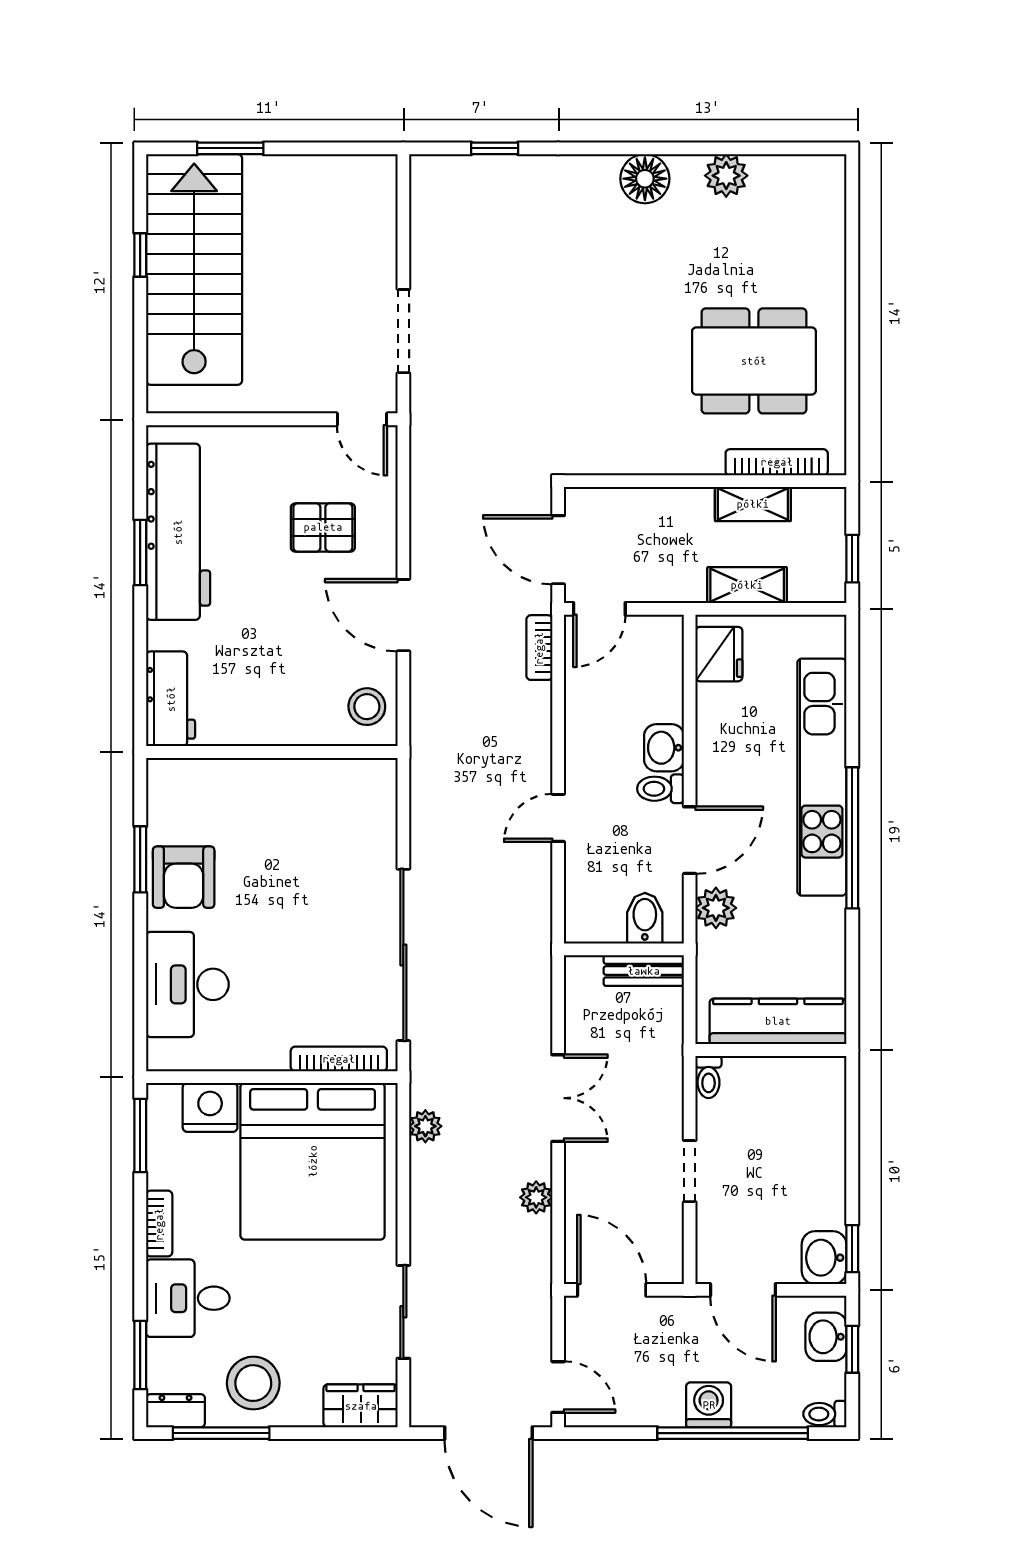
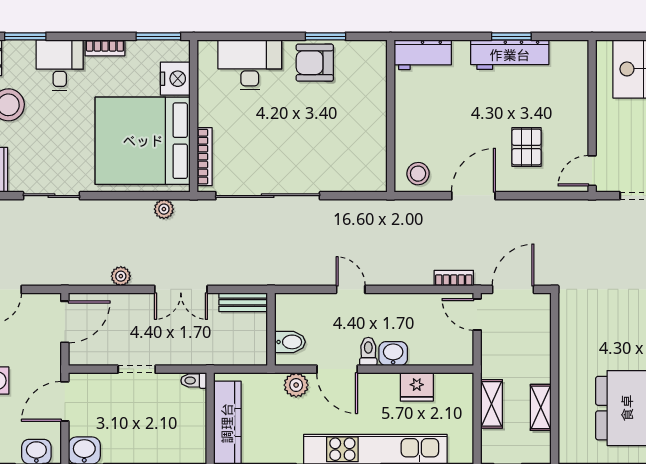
bookcase: (777, 462) -> (566, 422), removed
workbench: (178, 532) -> (510, 55), width x0.73, depth x0.76
fridge: (719, 654) -> (417, 387), moved
bench: (644, 971) -> (243, 302), moved, turned 90

